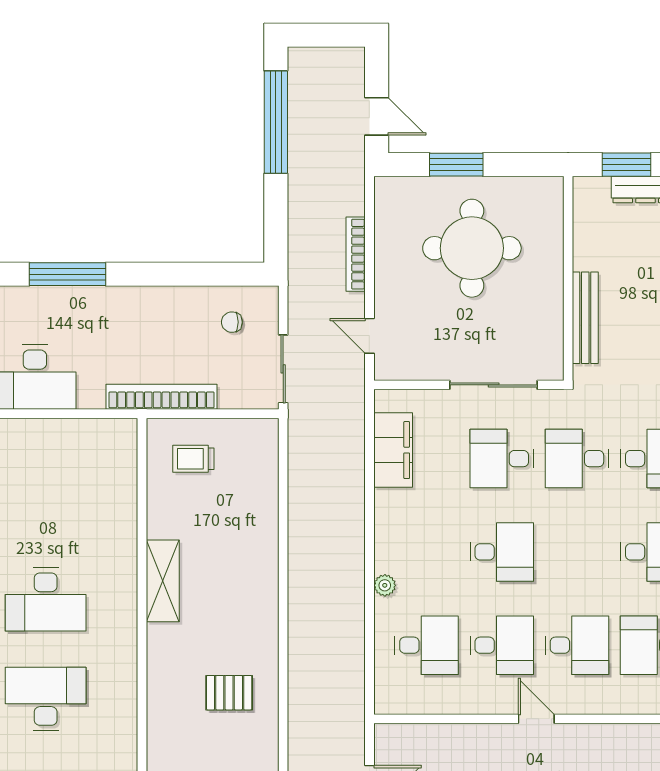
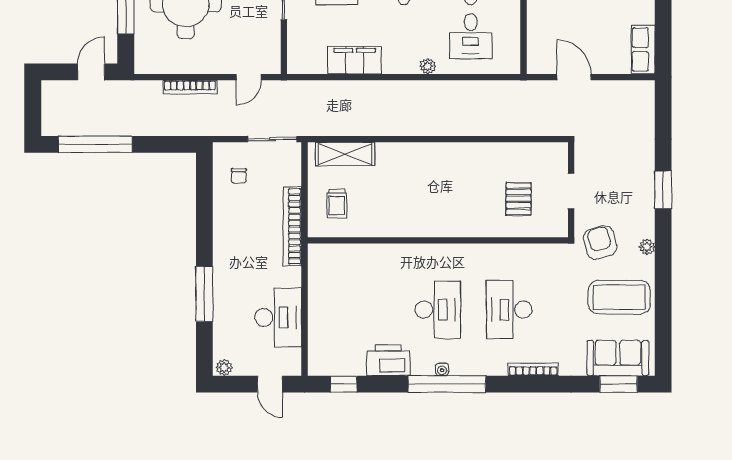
filing cabinet: (393, 450) -> (355, 60), moved
shelving: (163, 581) -> (345, 154), moved
desk: (427, 645) -> (471, 36), turned 180
pallet: (229, 693) -> (519, 199), moved

